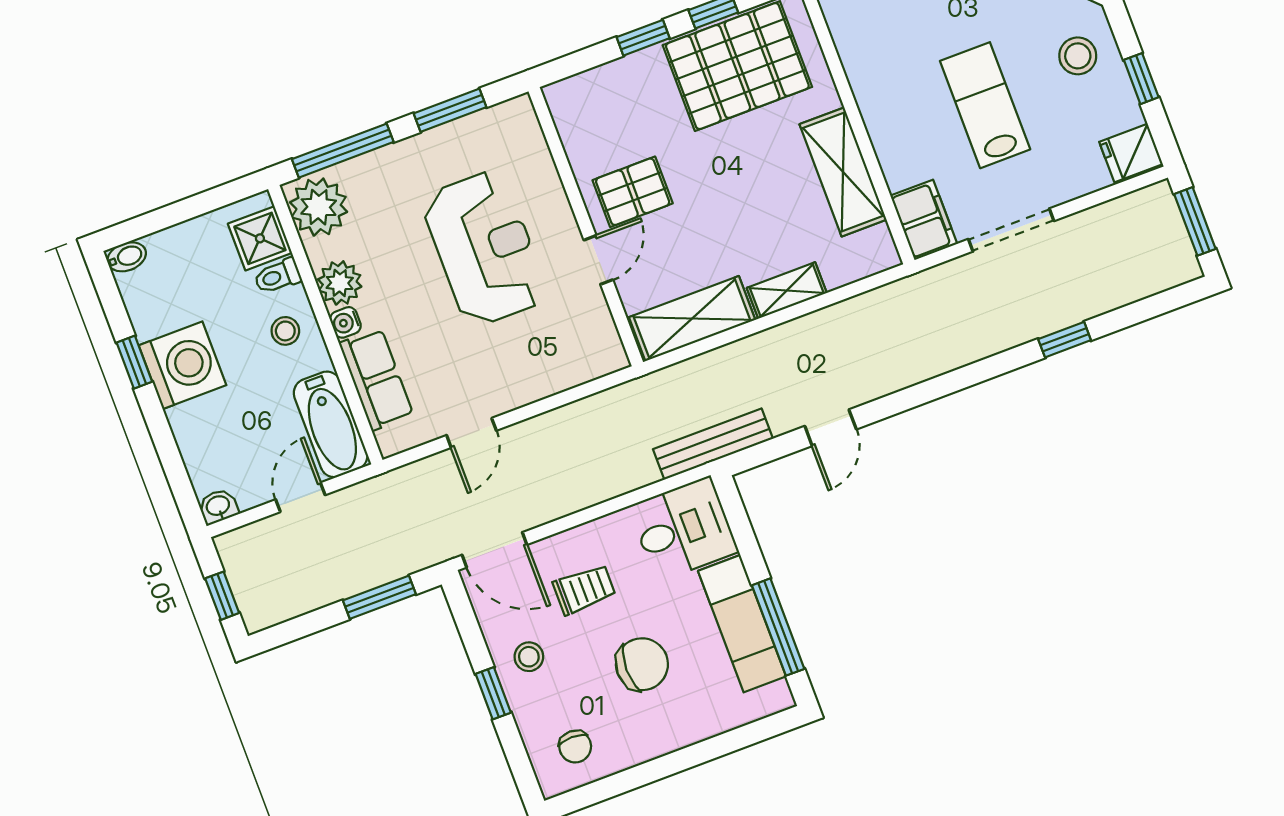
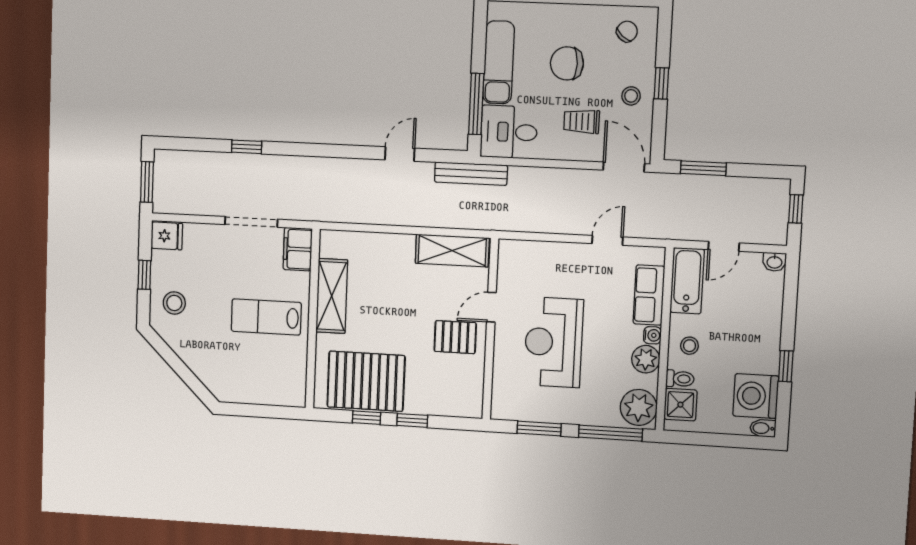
lab bench: (985, 105) -> (266, 317), moved, turned 90
shelving: (787, 290) -> (392, 243), removed
washing machine: (182, 365) -> (756, 396), moved
window: (778, 627) -> (476, 104), moved
chair: (575, 747) -> (627, 31), turned 42

